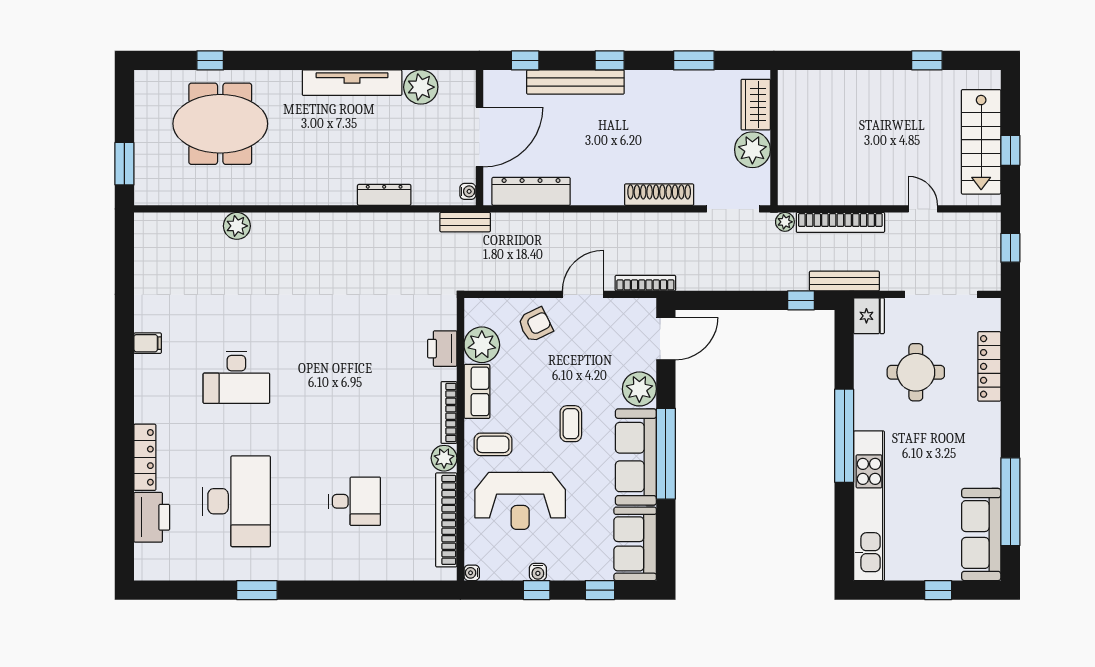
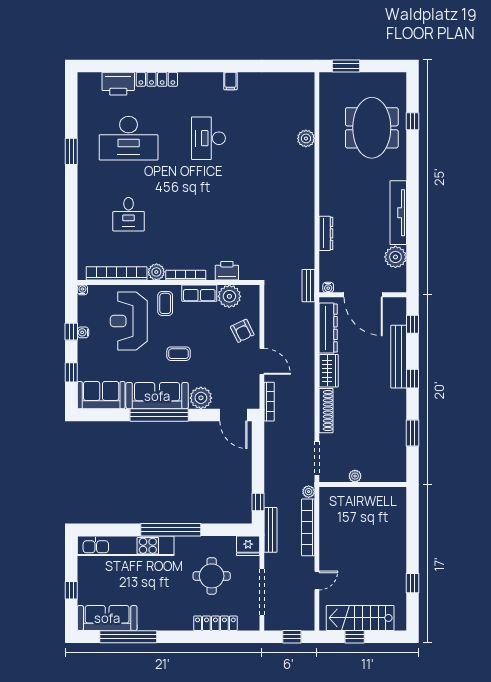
wardrobe: (756, 105) -> (329, 371), moved, turned 90
plant: (752, 150) -> (355, 476), width x0.53, depth x0.53

